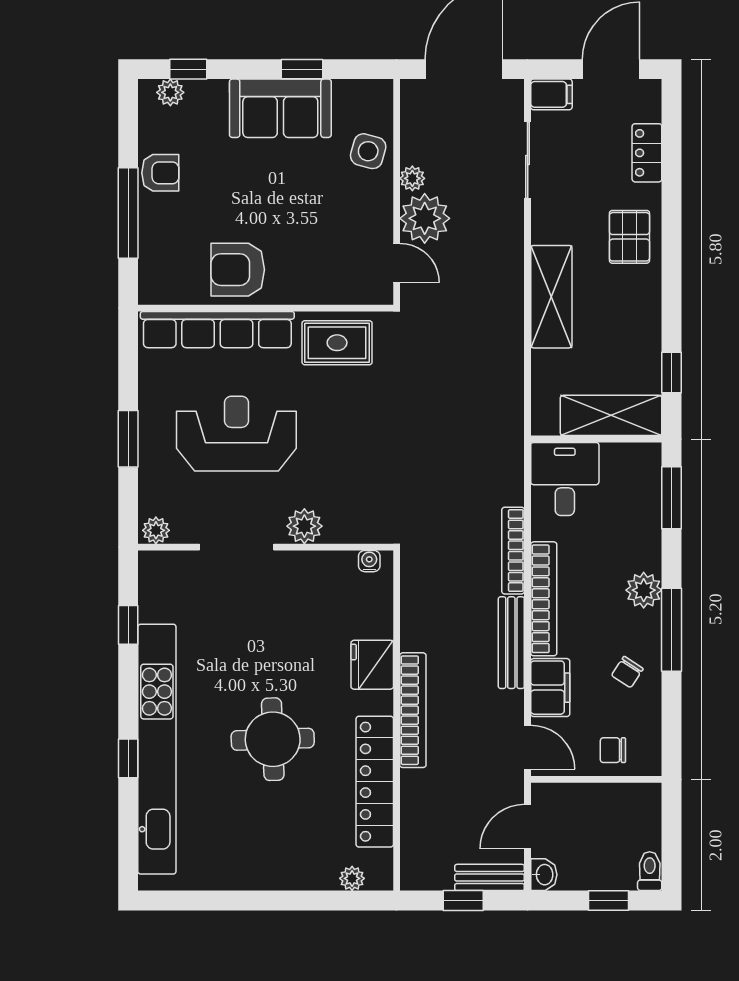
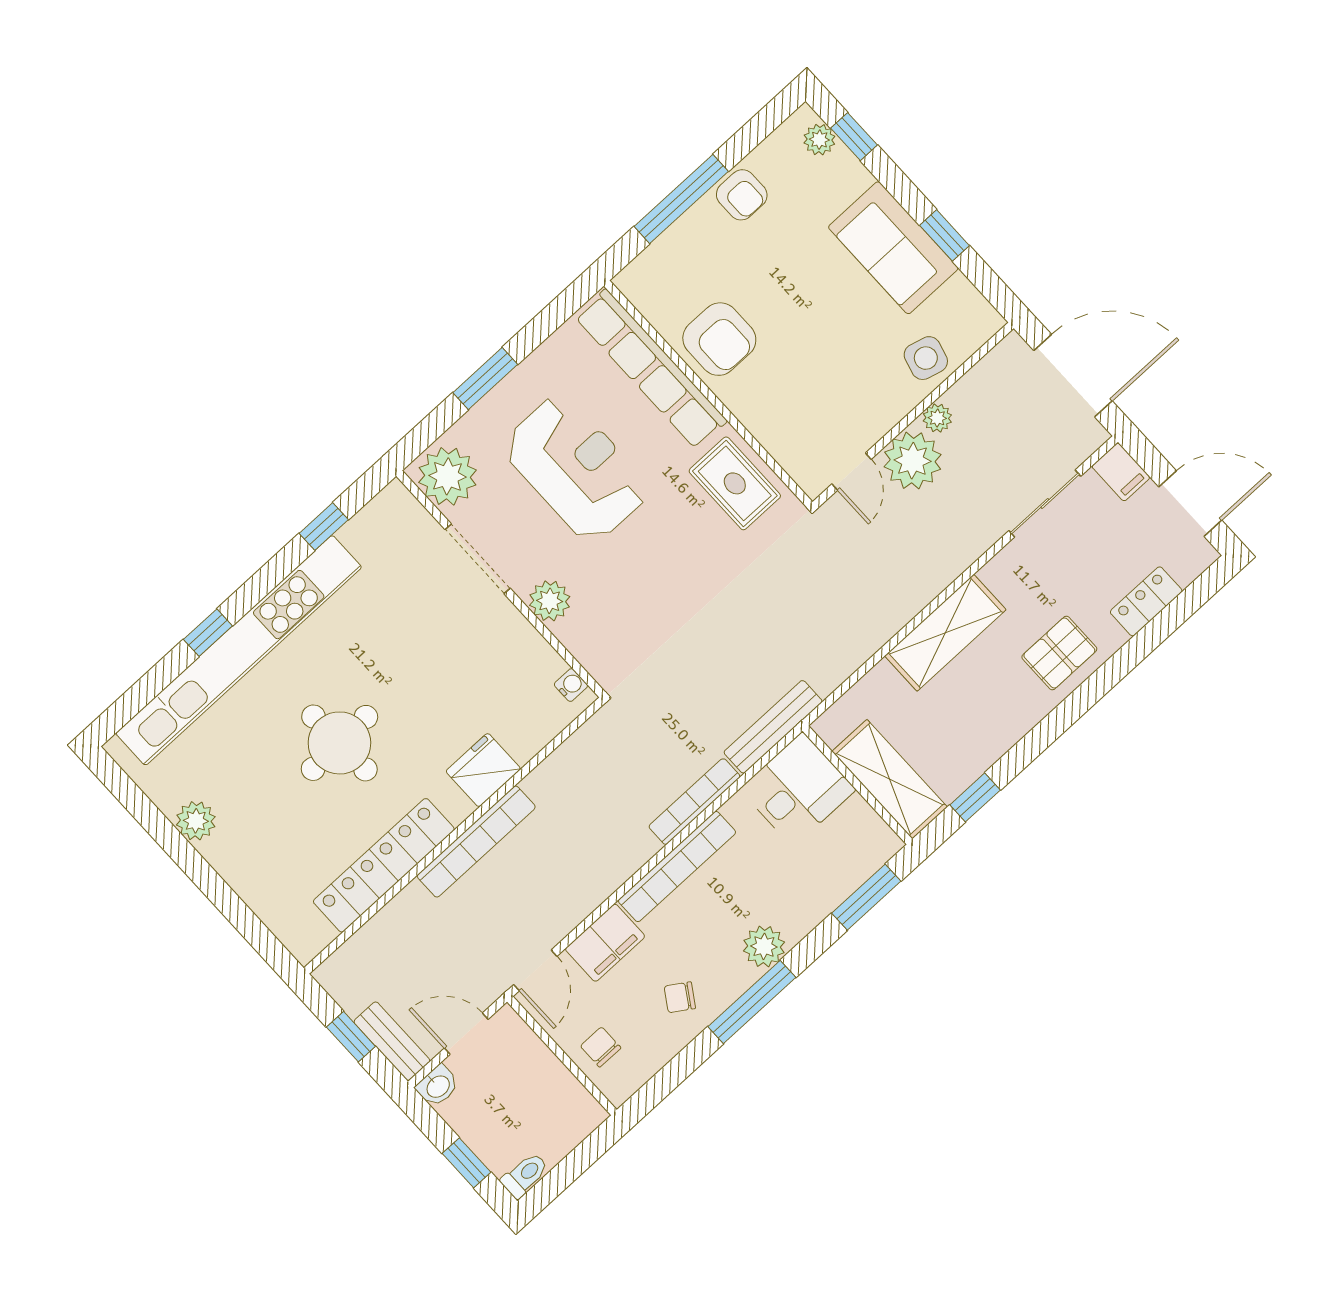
armchair: (238, 270) -> (719, 339), turned 180
plant: (156, 530) -> (448, 476), width x1.88, depth x1.88
bench: (511, 643) -> (773, 727), moved
plant: (352, 878) -> (196, 821), moved, width x1.38, depth x1.38

